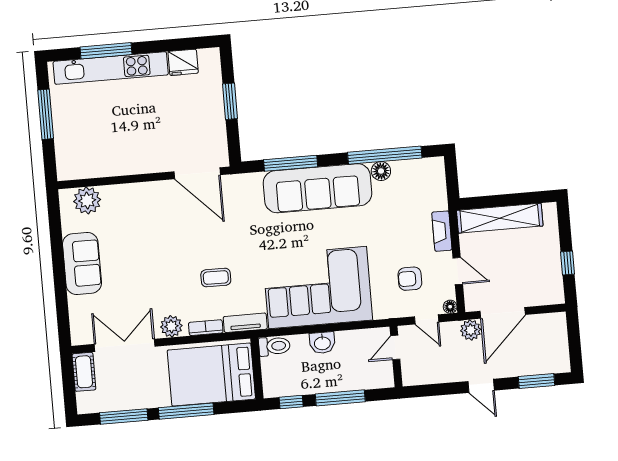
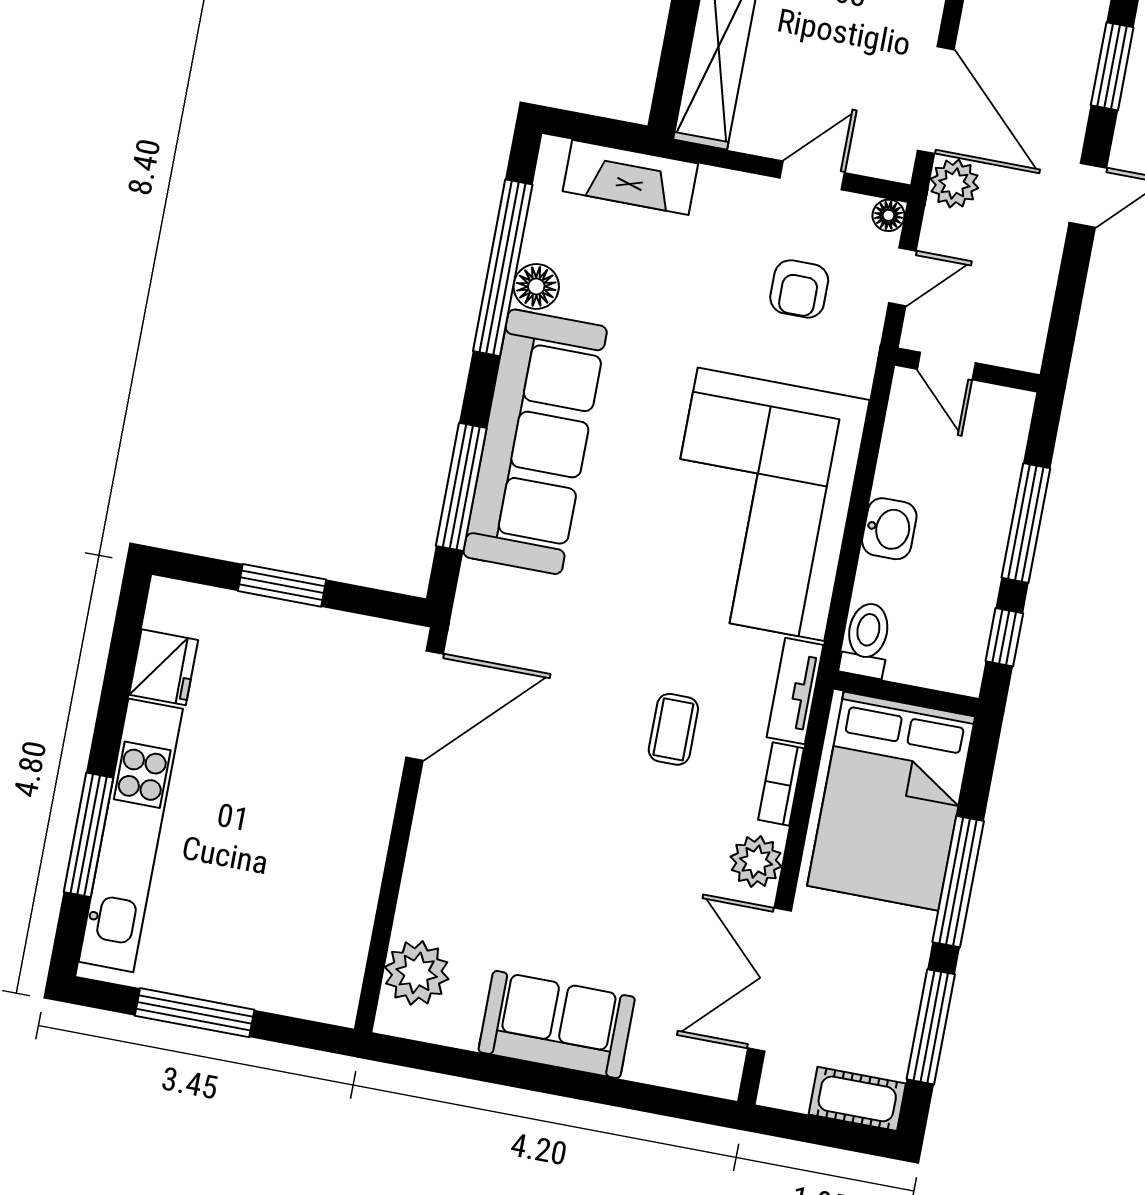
fireplace: (442, 231) -> (630, 177), moved, width x1.37, depth x1.32
cot: (84, 372) -> (857, 1099), moved

